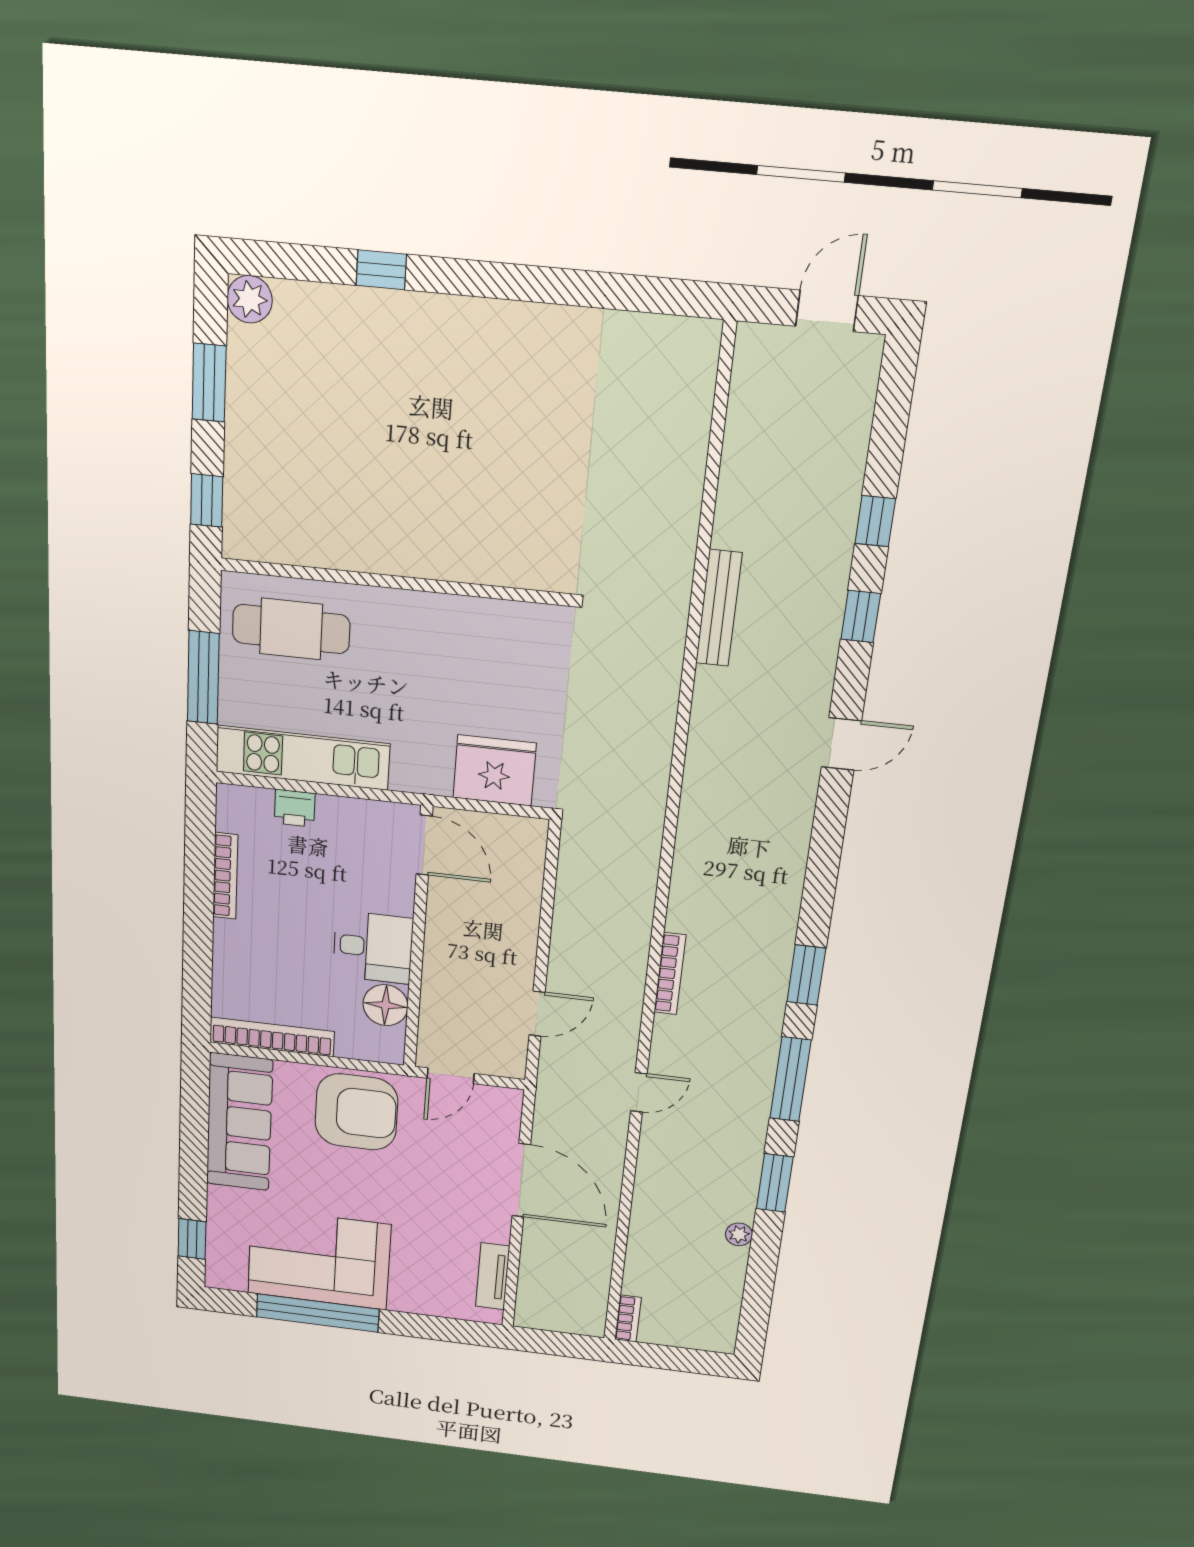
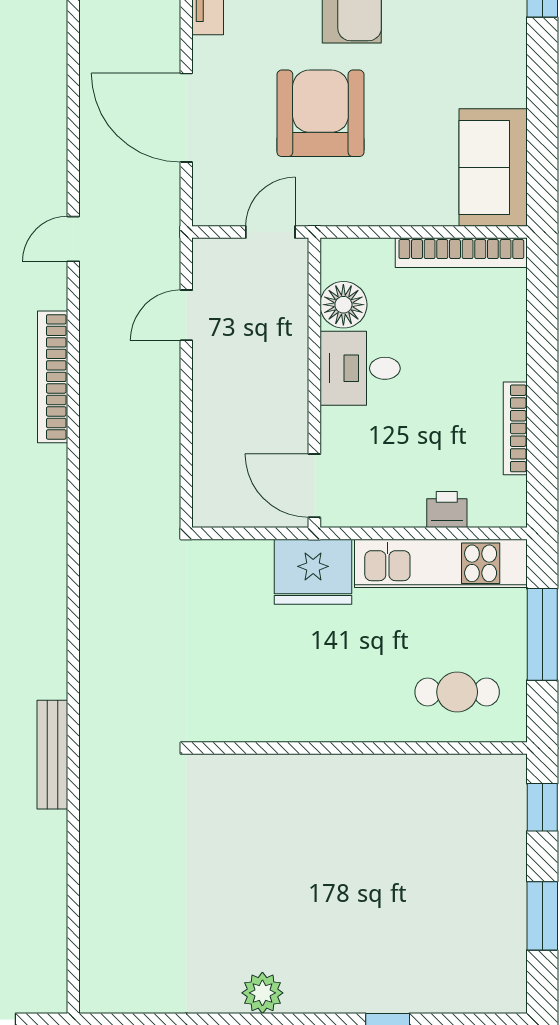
plant: (250, 299) -> (262, 993), moved
cafe table: (291, 629) -> (457, 692), width x0.73, depth x0.74
fridge: (494, 770) -> (313, 572), moved
bookcase: (670, 974) -> (53, 377), width x1.48, depth x1.31
armchair: (356, 1112) -> (320, 113), moved, turned 90
sofa: (239, 1122) -> (493, 168), width x0.73

